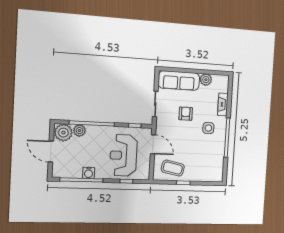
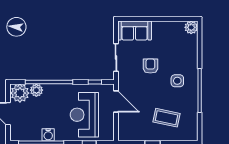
plant: (206, 80) -> (191, 27), moved
sofa: (179, 81) -> (135, 30), width x0.73
fireplace: (223, 104) -> (192, 54), removed
coffee table: (173, 168) -> (166, 118), moved

